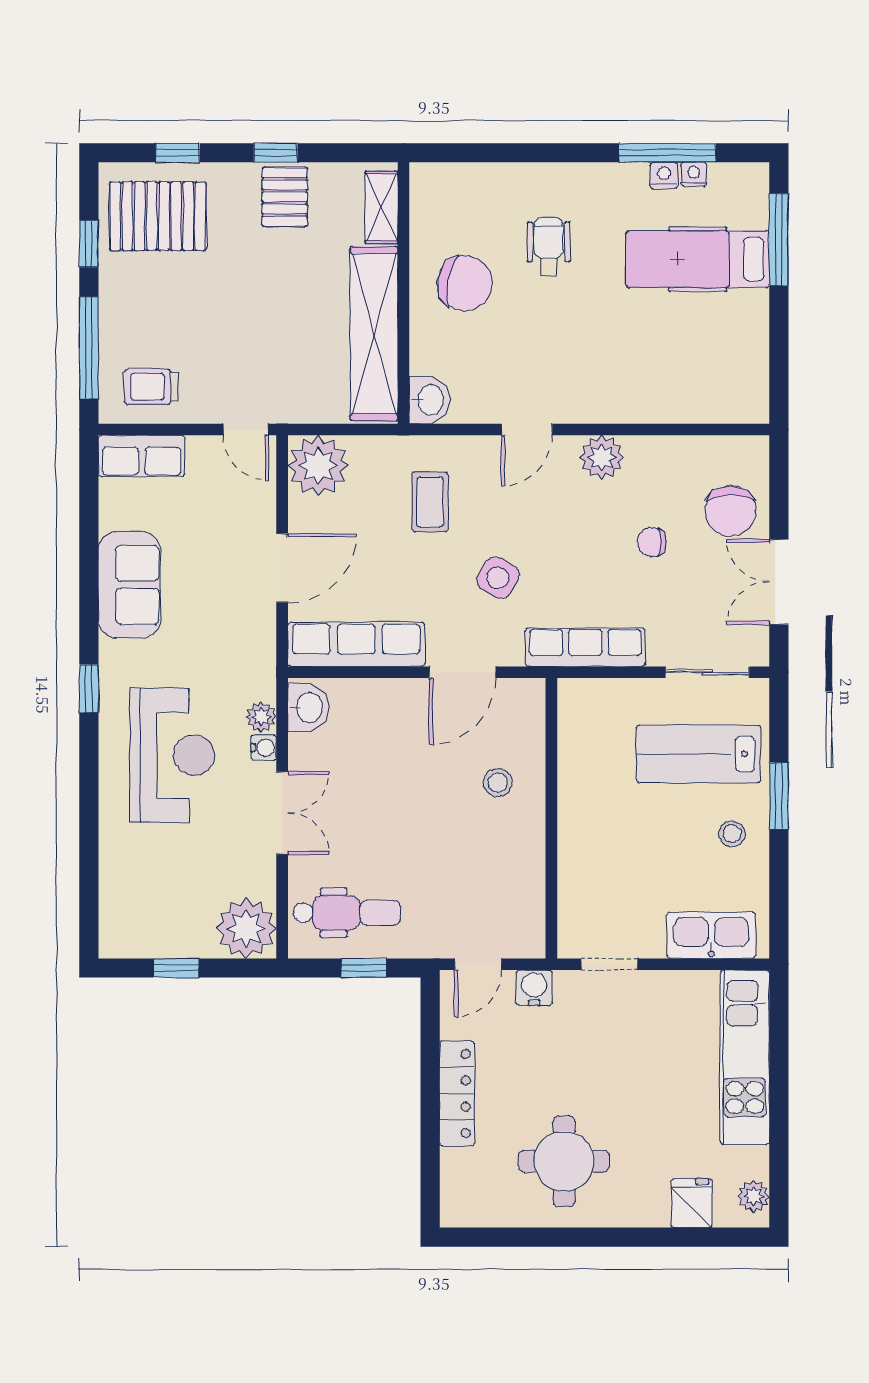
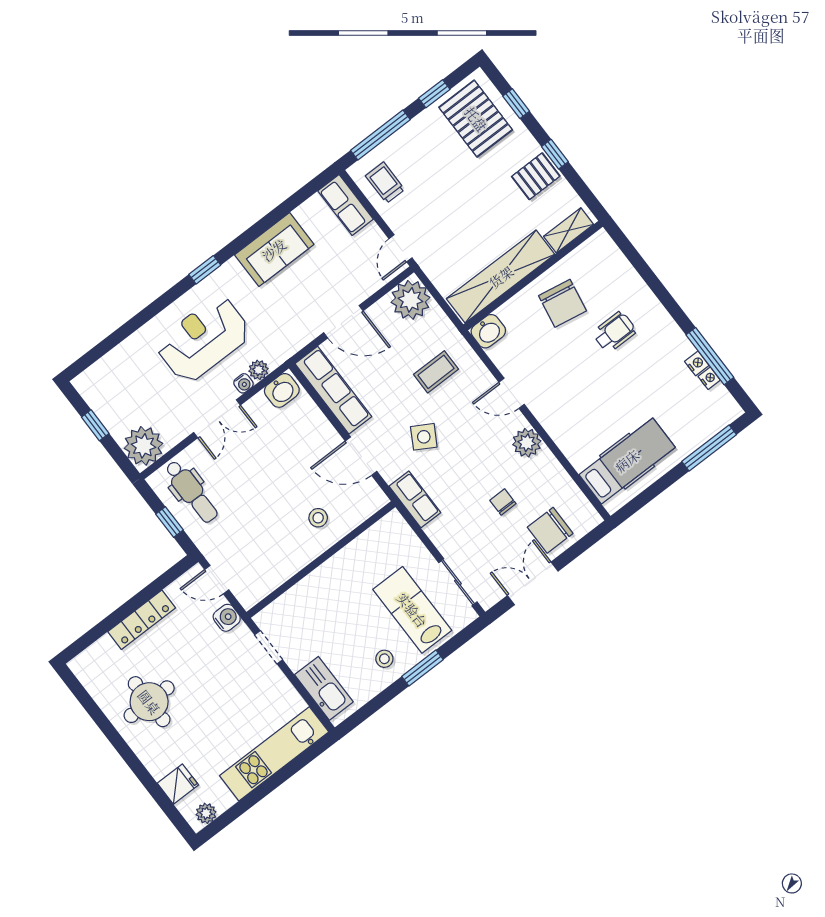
hospital bed: (698, 259) -> (627, 461), moved, turned 90
row of seats: (585, 647) -> (415, 499), width x0.68
reception desk: (172, 755) -> (203, 339), turned 180

